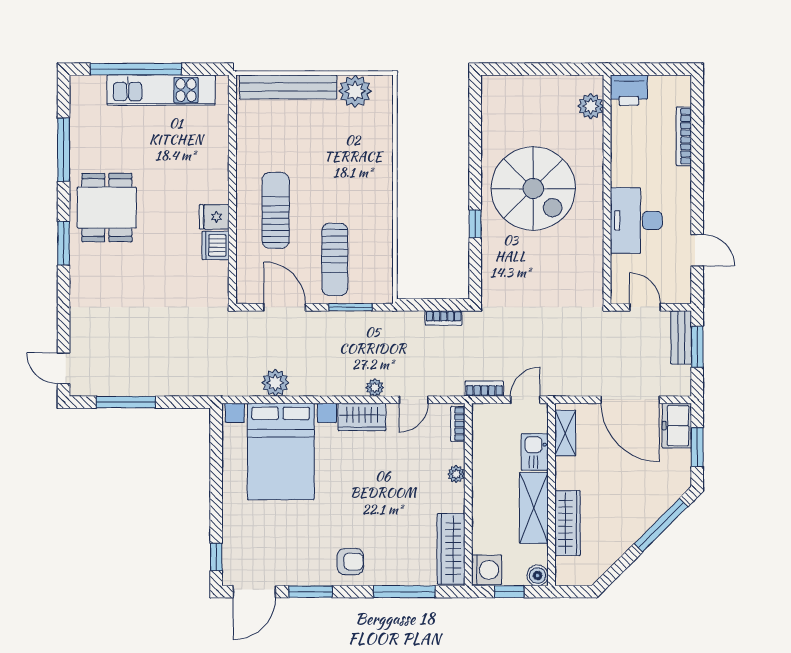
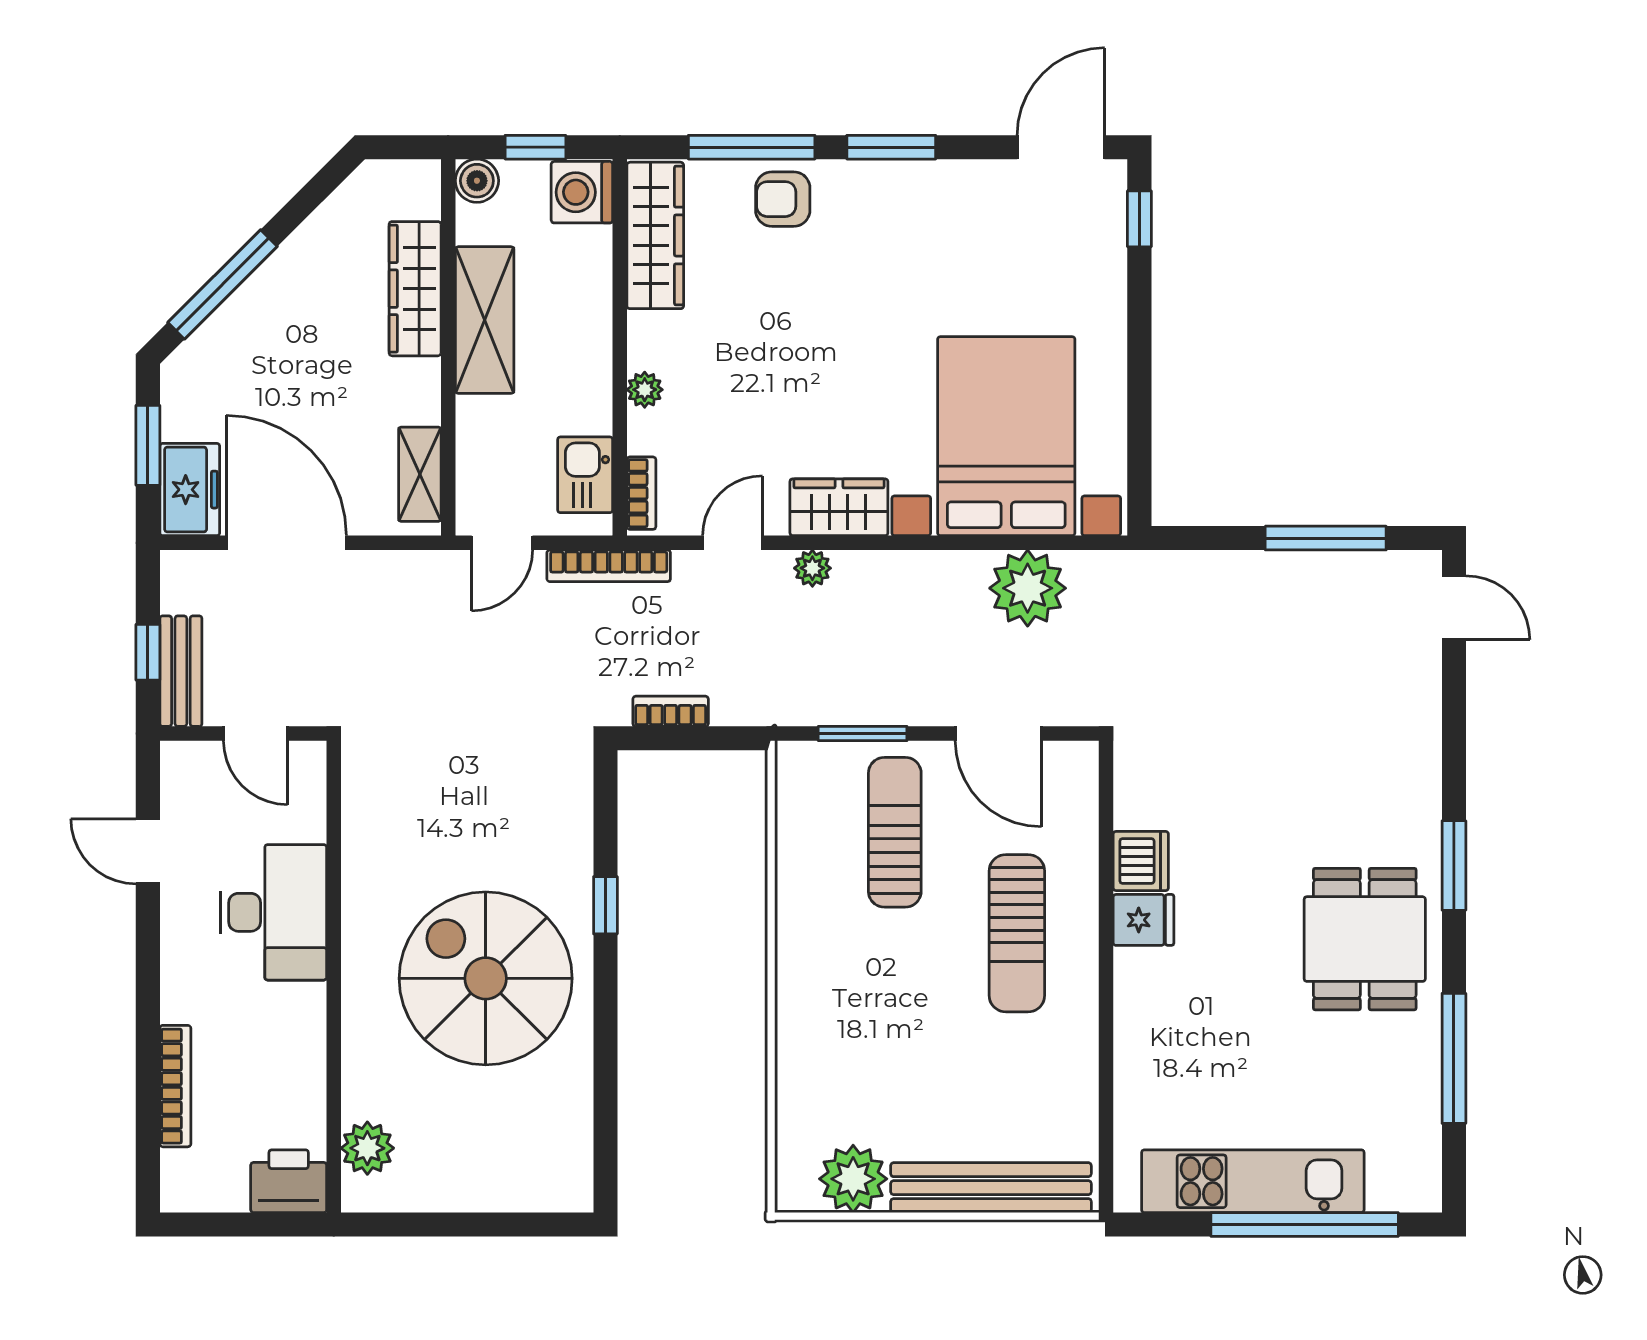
window: (697, 347) -> (148, 652), width x0.67
plant: (275, 383) -> (1028, 588), width x1.36, depth x1.36
bookcase: (484, 389) -> (609, 566), width x1.56
kitchen sink: (535, 452) -> (585, 475), moved, turned 180
armchair: (350, 562) -> (783, 199), moved
window: (311, 592) -> (891, 147), moved

